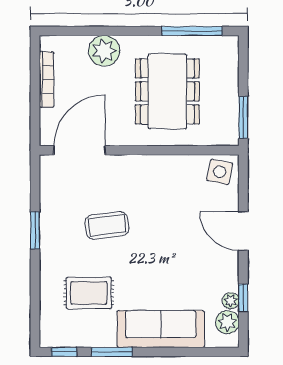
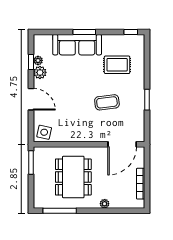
plant: (104, 51) -> (105, 204), width x0.53, depth x0.53
plant: (227, 322) -> (40, 72), moved
window: (112, 352) -> (84, 32), moved

